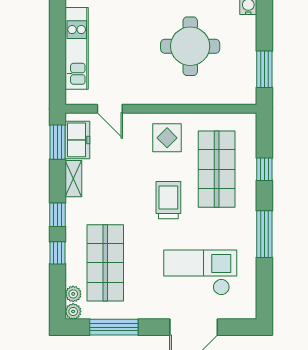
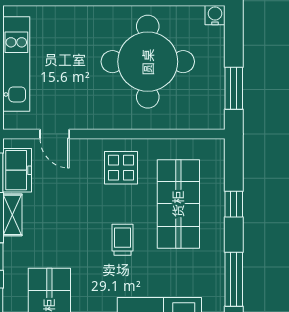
round table: (190, 46) -> (148, 62), width x1.36, depth x1.36
trolley: (168, 200) -> (122, 240), width x0.73, depth x0.72

